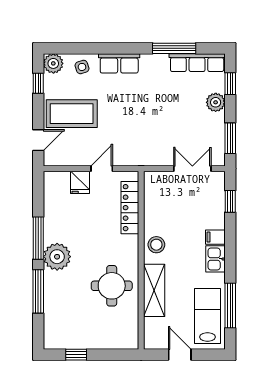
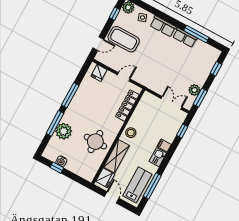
row of seats: (197, 63) -> (185, 38), moved, width x0.68
plant: (216, 102) -> (194, 90), moved
fridge: (80, 182) -> (99, 73), moved
plant: (57, 257) -> (64, 131), moved
fridge: (155, 331) -> (105, 178), added
water cooler: (77, 342) -> (61, 161), added

